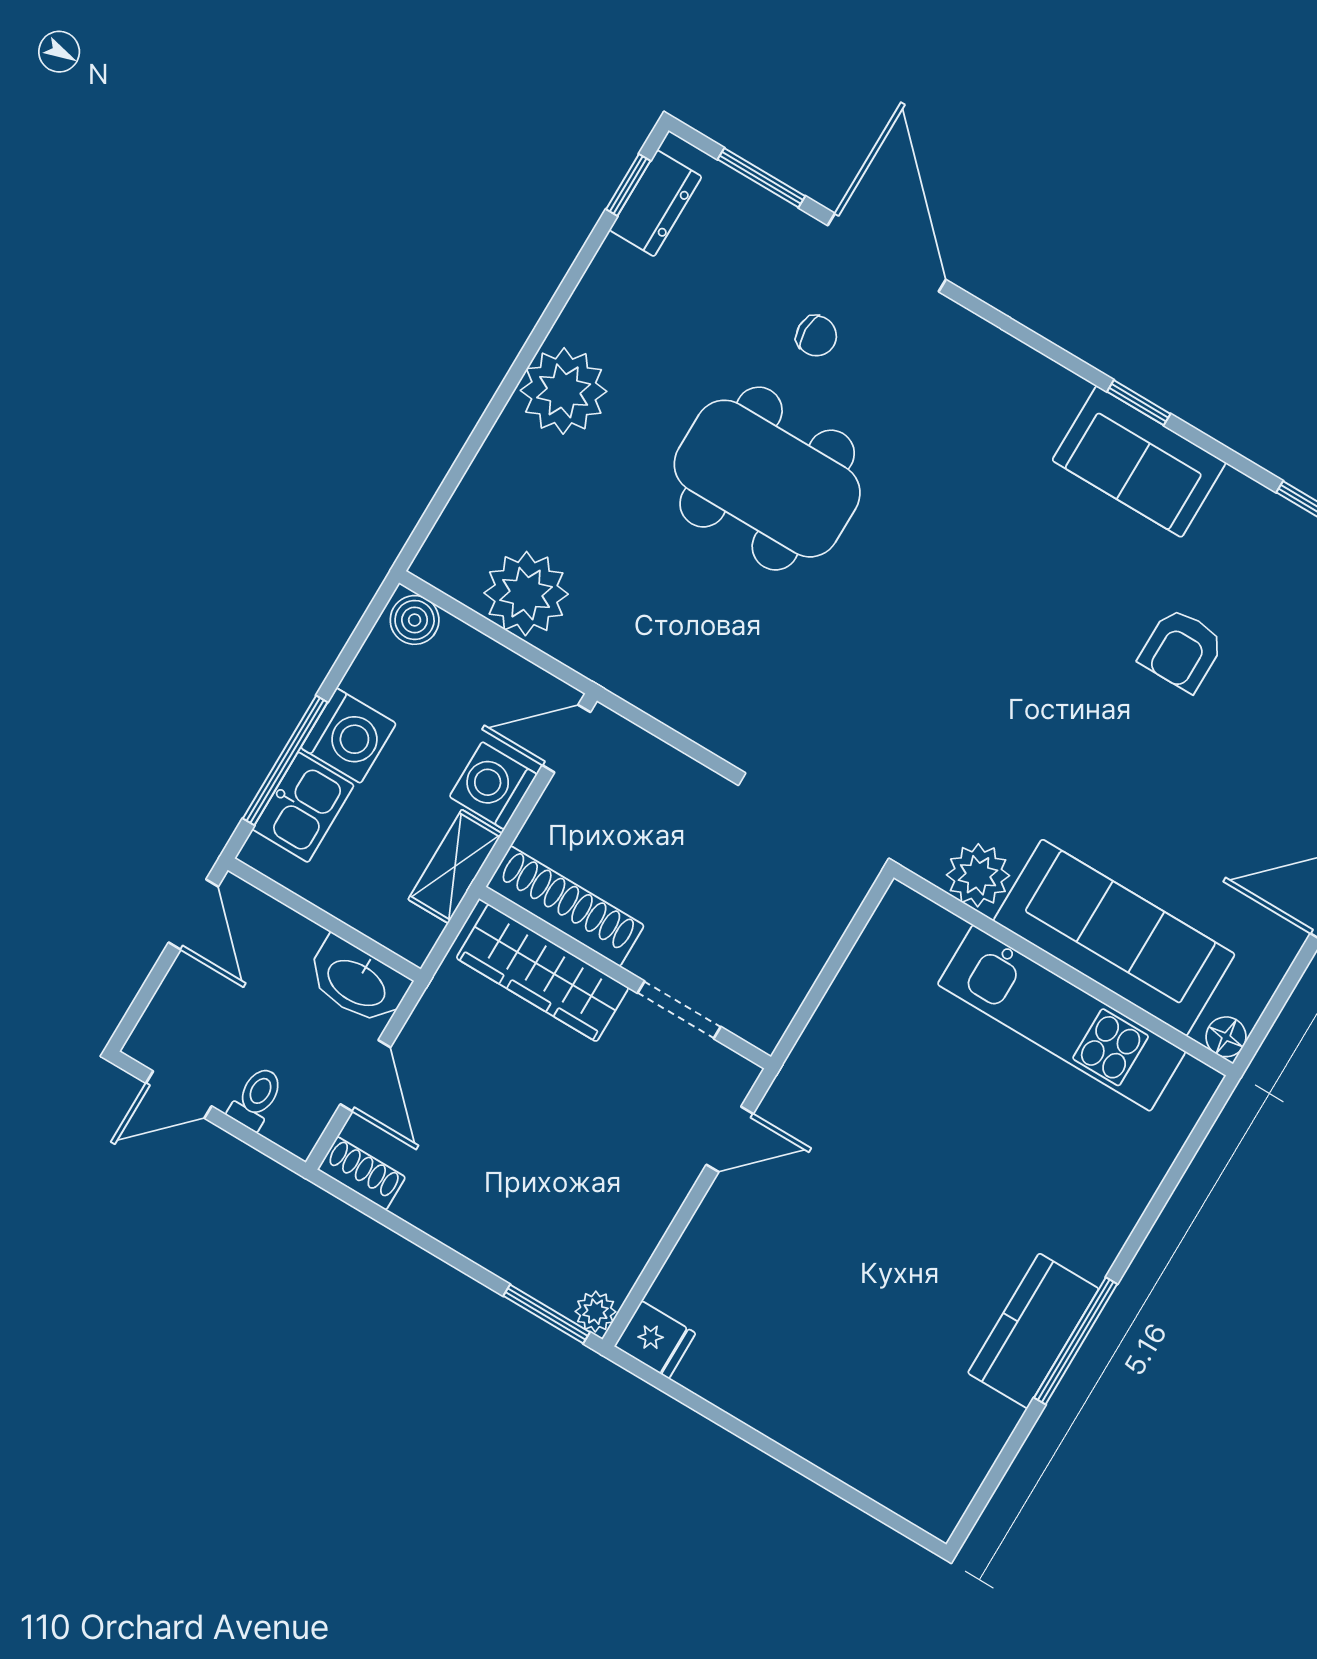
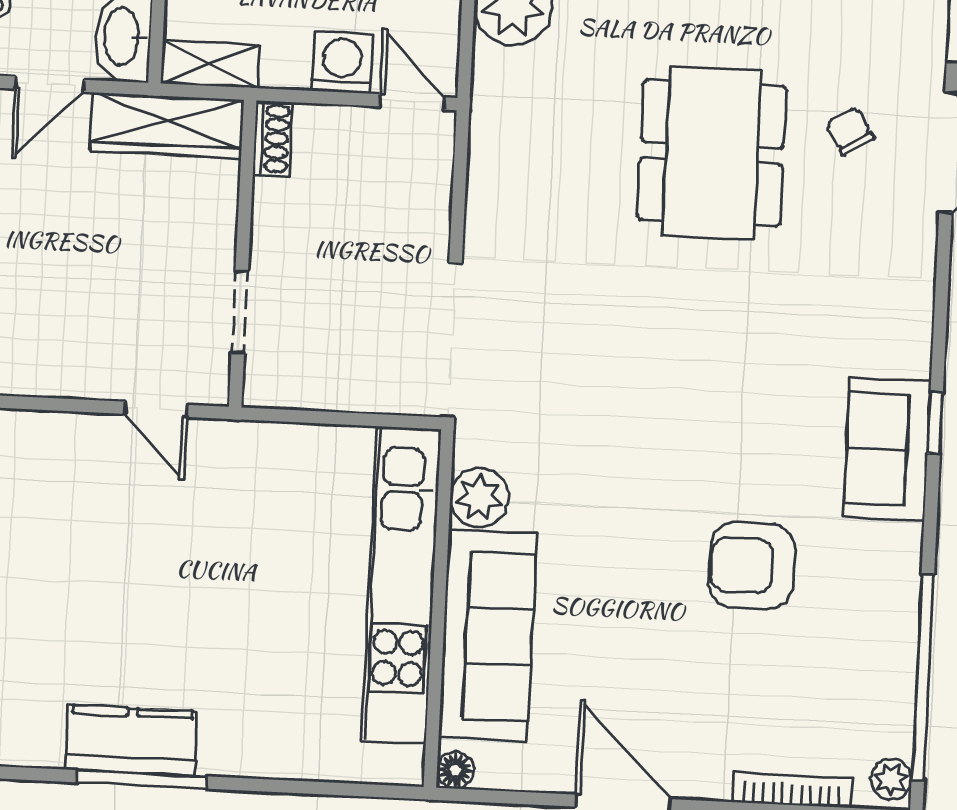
chair: (816, 336) -> (850, 131), turned 148
armchair: (1182, 650) -> (752, 566), width x1.38, depth x1.38
shelving: (455, 866) -> (210, 64), moved
shoe rack: (565, 906) -> (272, 138), width x0.51, depth x0.81
wardrobe: (542, 973) -> (167, 125), moved, turned -90
kitchen unit: (1062, 1018) -> (401, 586), width x1.36

